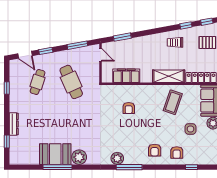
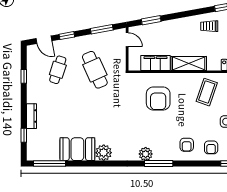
shelving: (169, 76) -> (189, 64), moved
armchair: (129, 108) -> (158, 99), width x1.88, depth x1.88
window: (57, 167) -> (50, 164), moved

